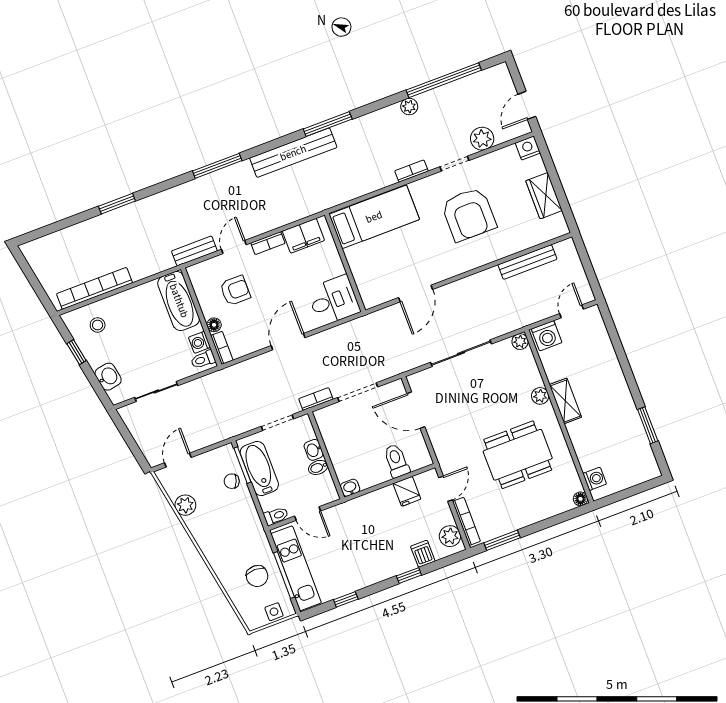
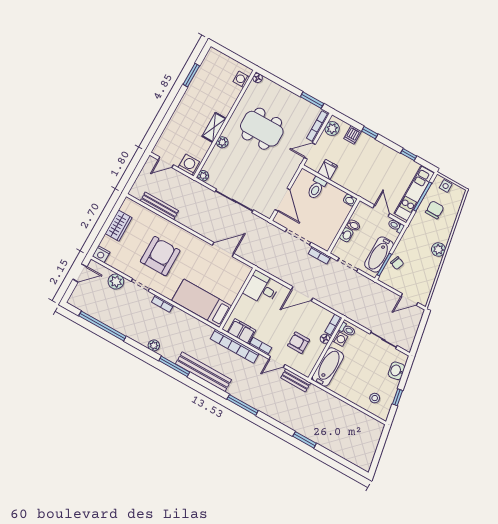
plant: (409, 106) -> (154, 345), moved
bookcase: (94, 288) -> (235, 346), moved
plant: (185, 505) -> (438, 250), moved

